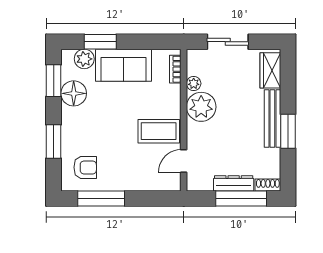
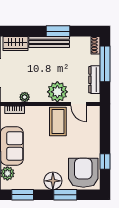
floor lamp: (74, 93) -> (53, 181), moved
plant: (201, 107) -> (57, 92), moved
armchair: (85, 167) -> (83, 173), width x1.88, depth x1.88
dresser: (234, 183) -> (94, 80), moved
window: (101, 199) -> (105, 162), width x0.46

